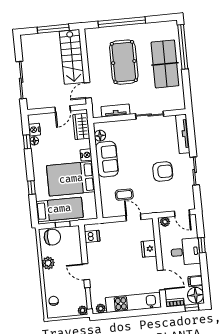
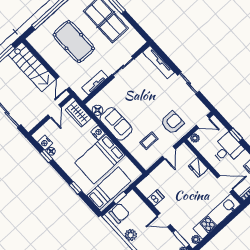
armchair: (163, 172) -> (172, 123), moved
door: (133, 218) -> (169, 153), swing flipped
dishwasher: (92, 236) -> (156, 198), moved

